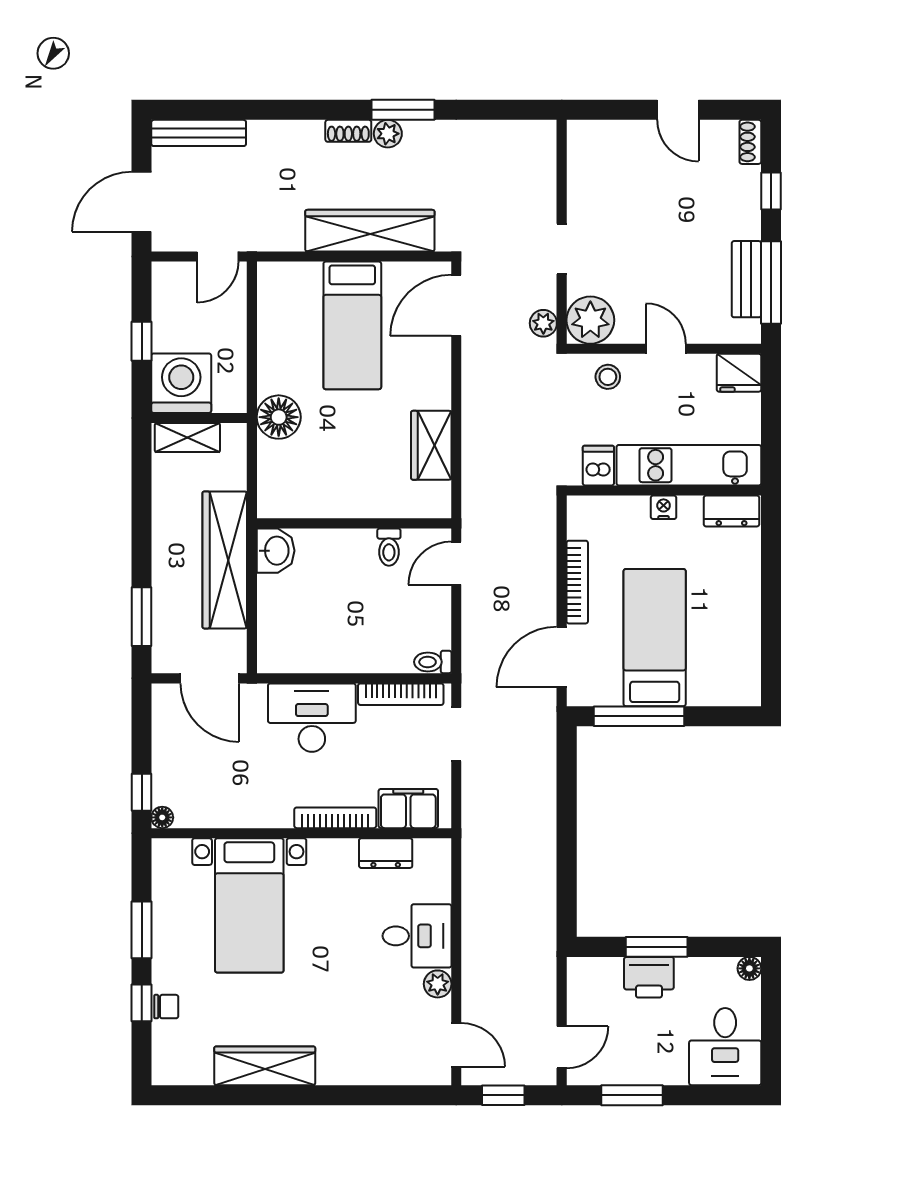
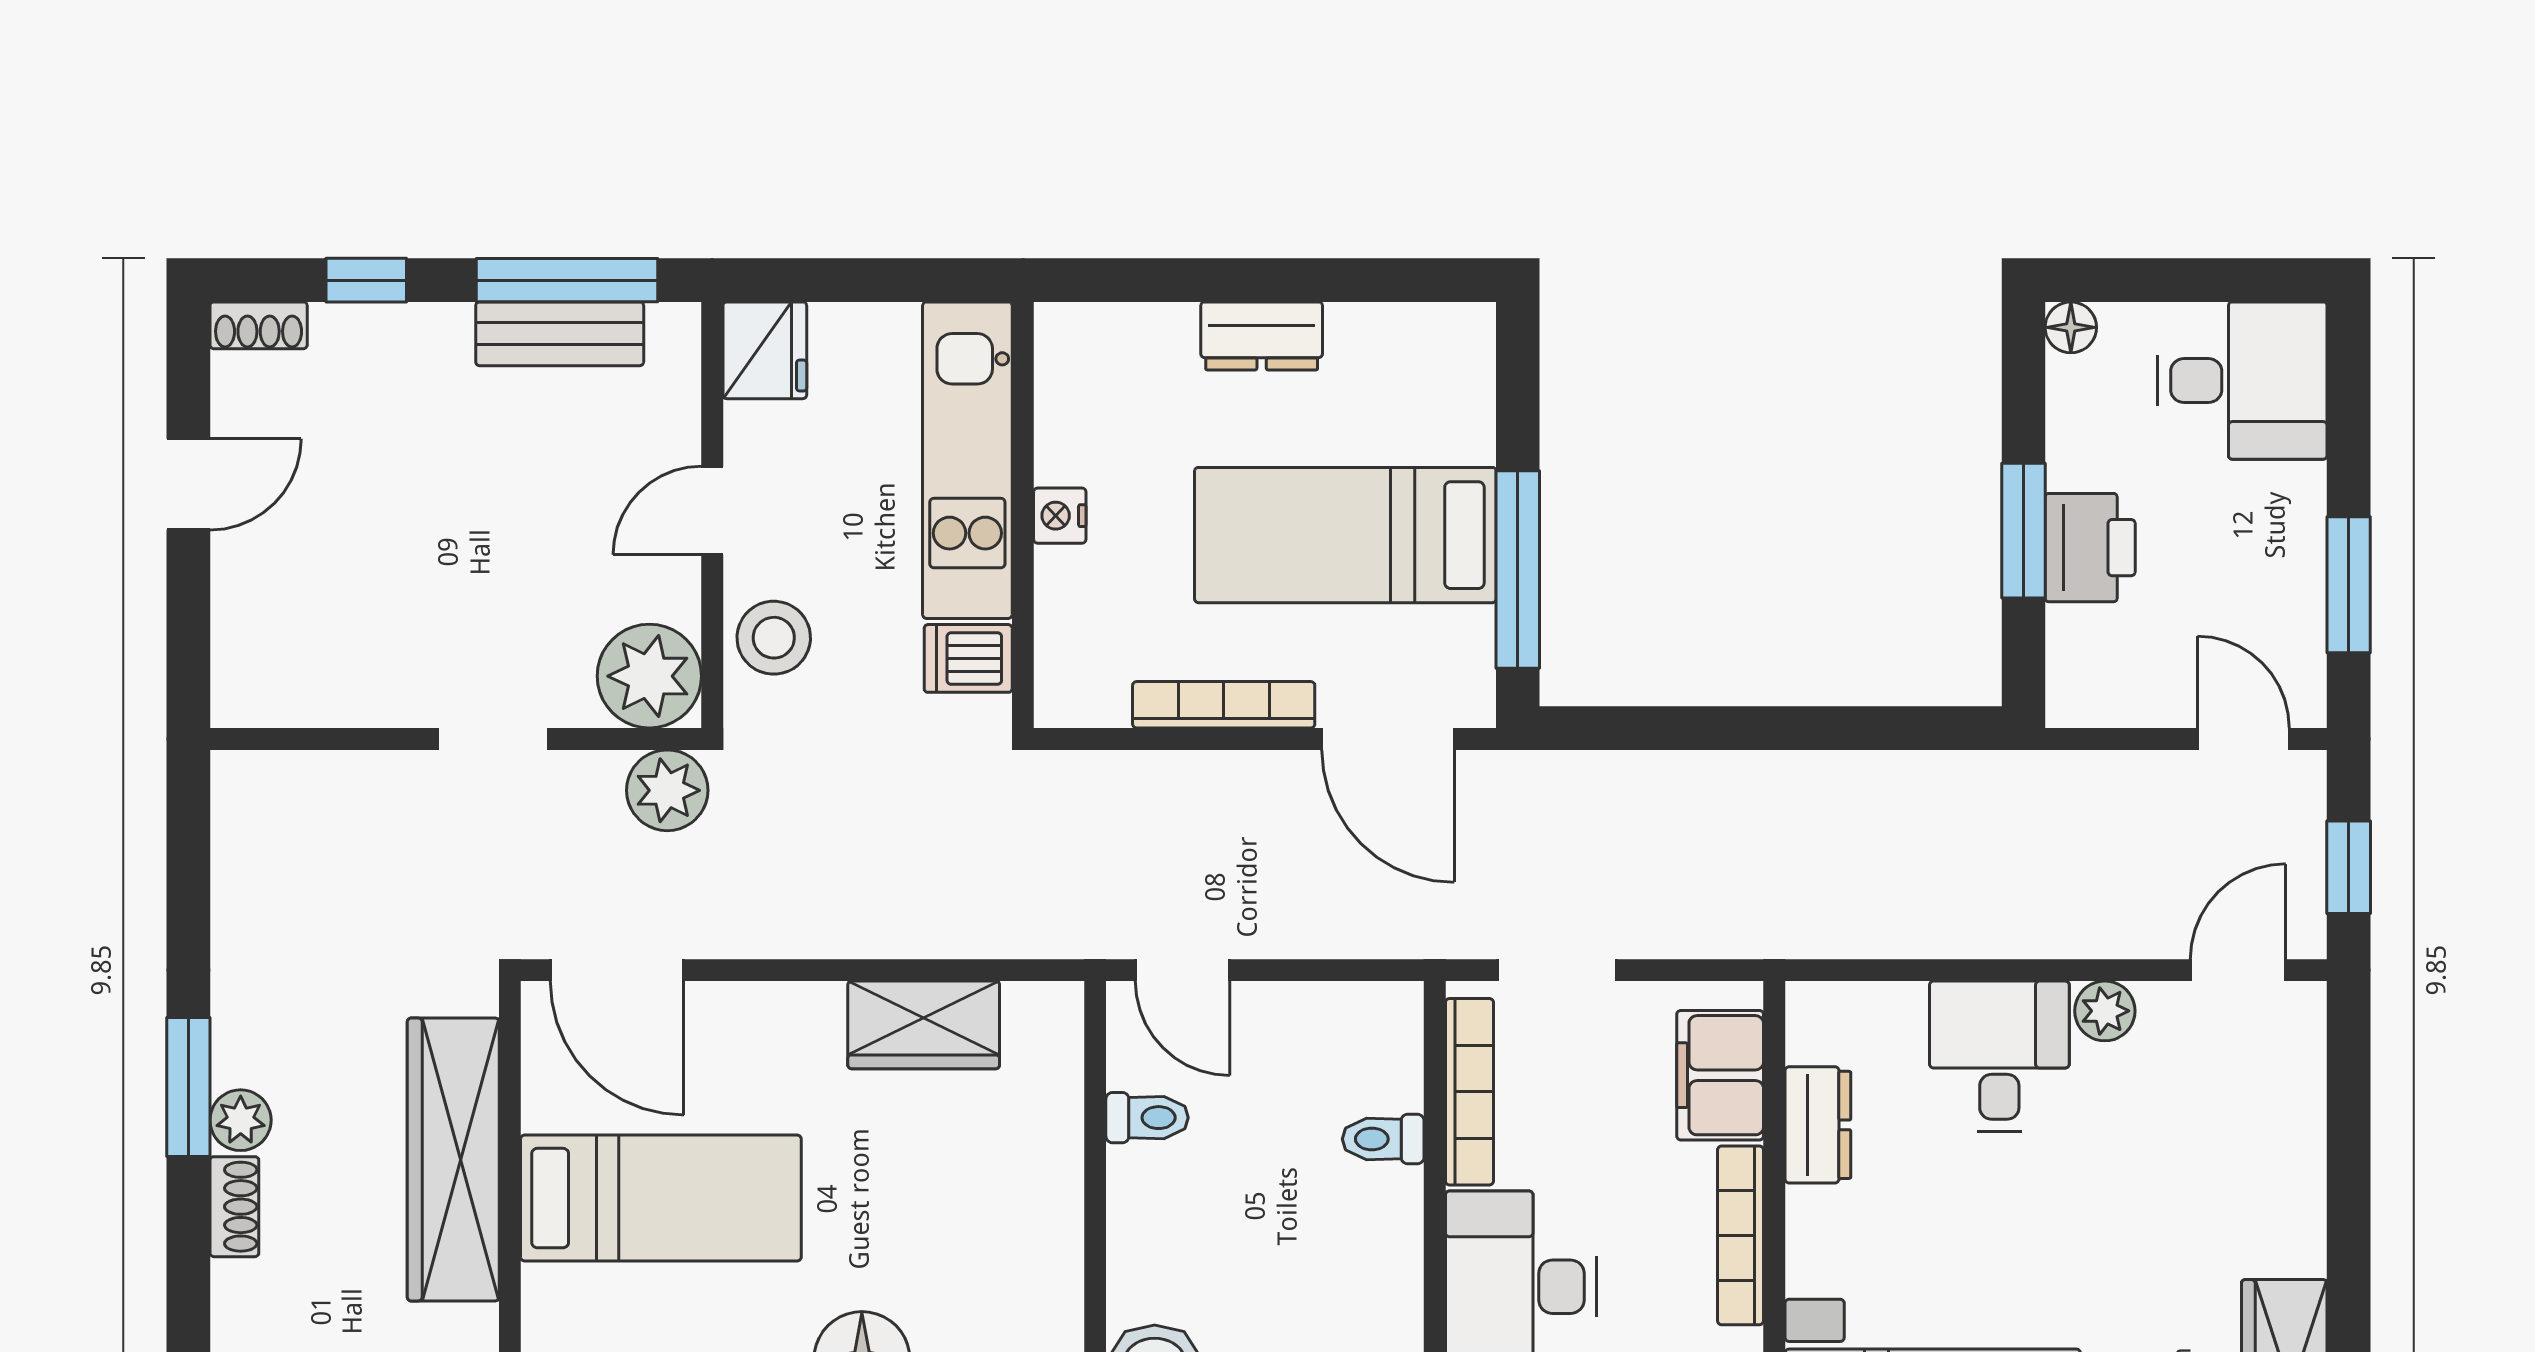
plant: (543, 323) -> (667, 790), width x1.38, depth x1.38
stool: (608, 377) -> (774, 638), width x1.37, depth x1.37
dresser: (732, 511) -> (1262, 336), moved, turned 90
toilet: (433, 662) -> (1383, 1139), moved, turned 90

